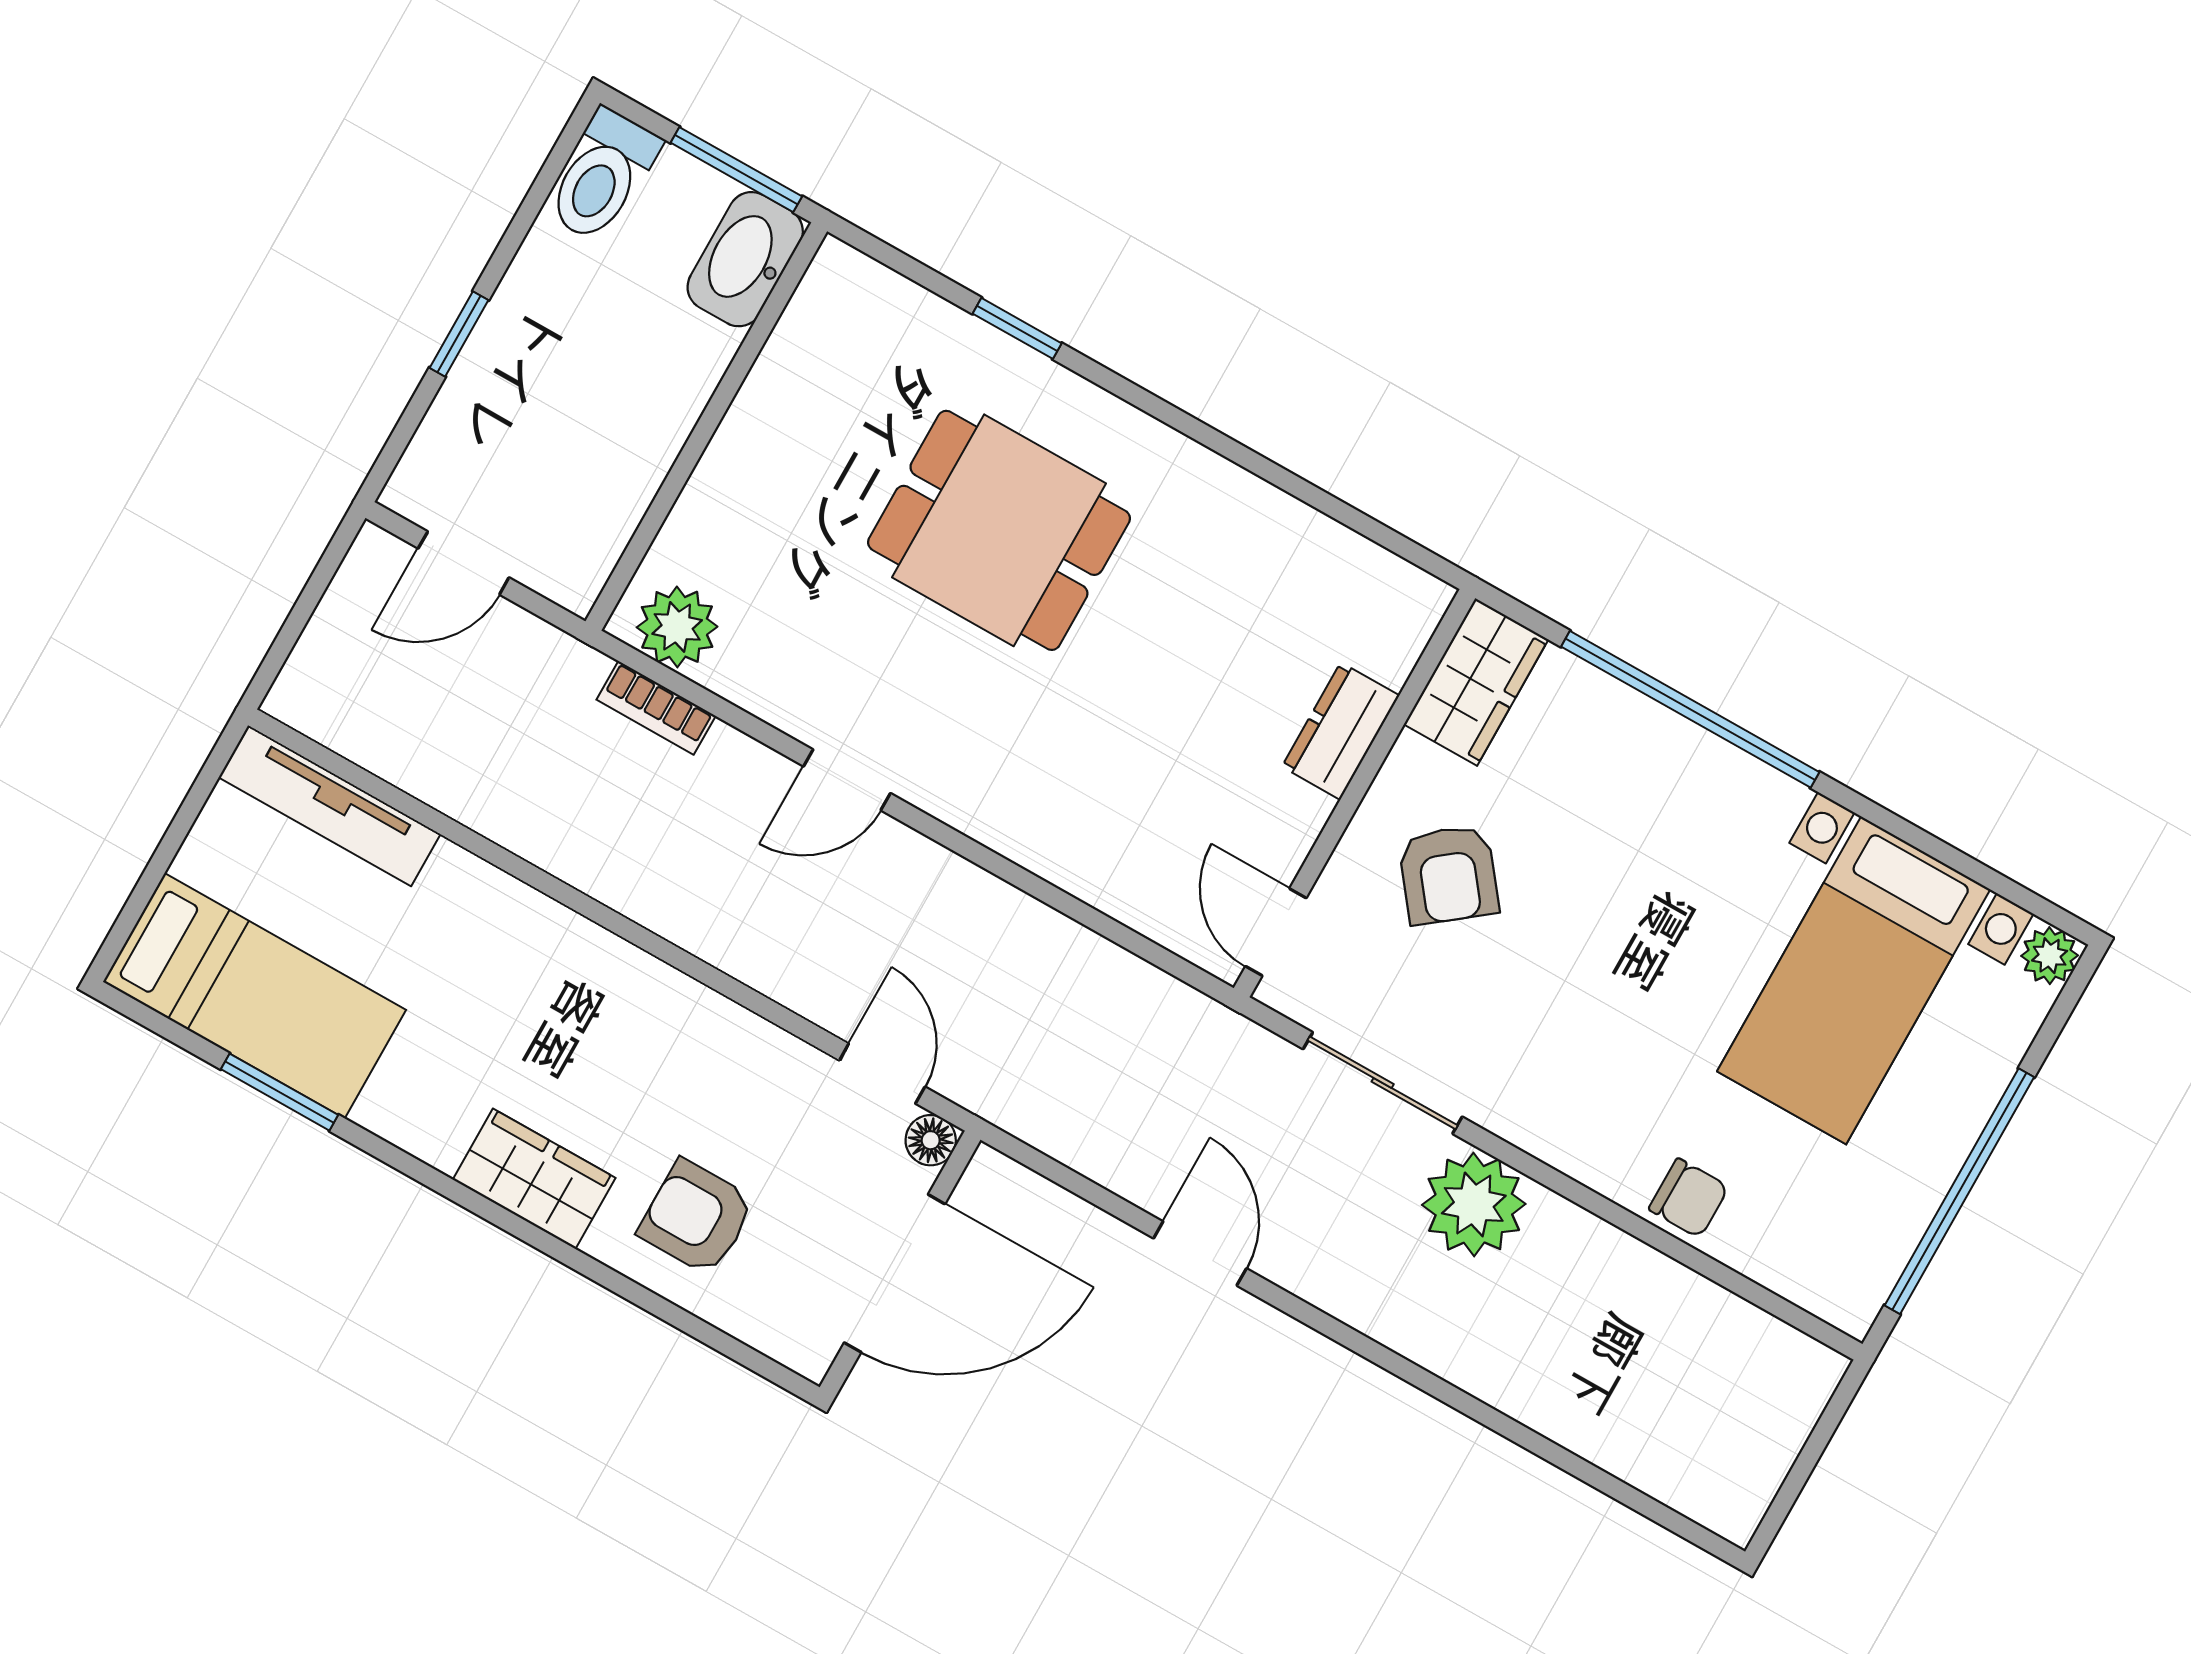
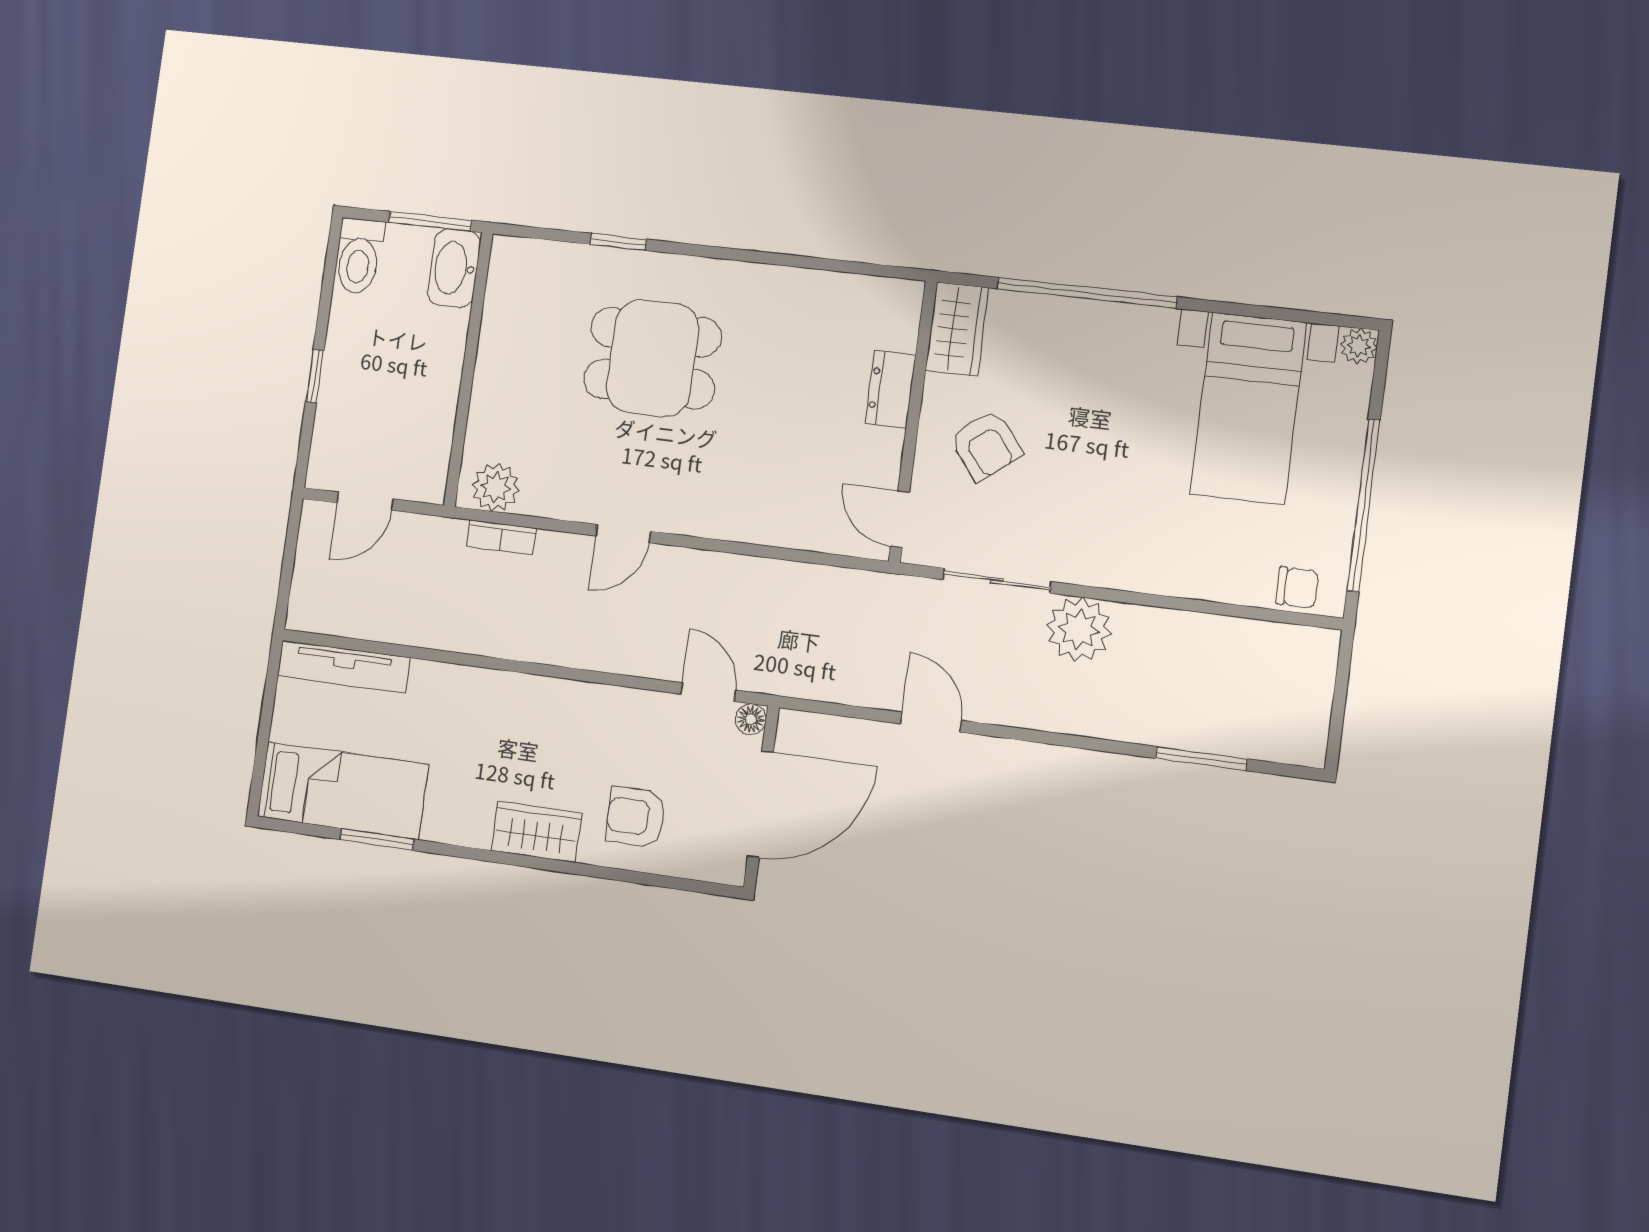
chair: (1689, 1198) -> (1297, 587), moved
window: (1575, 1465) -> (1202, 759), added

